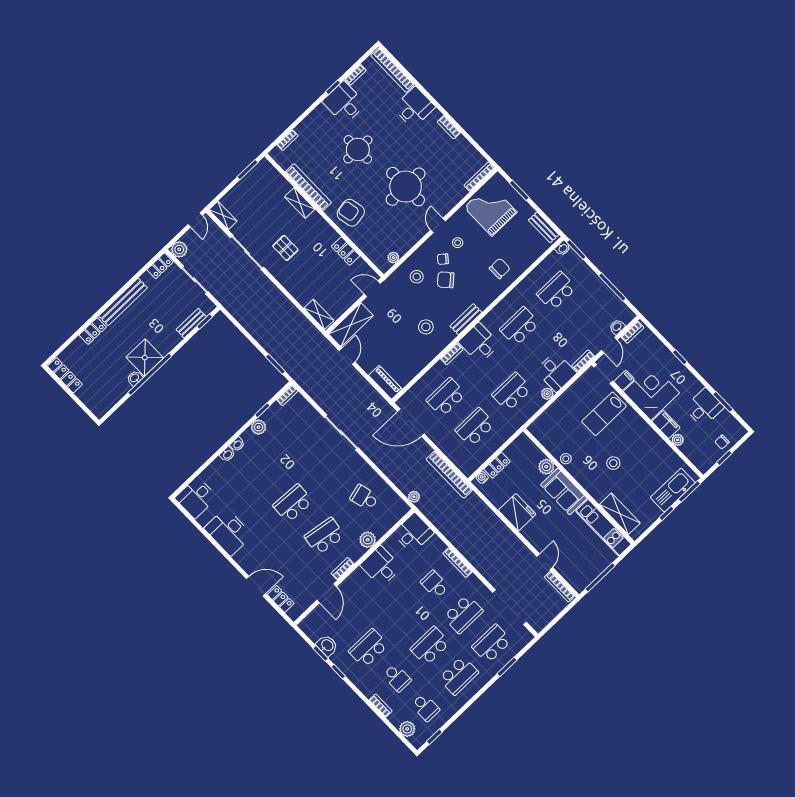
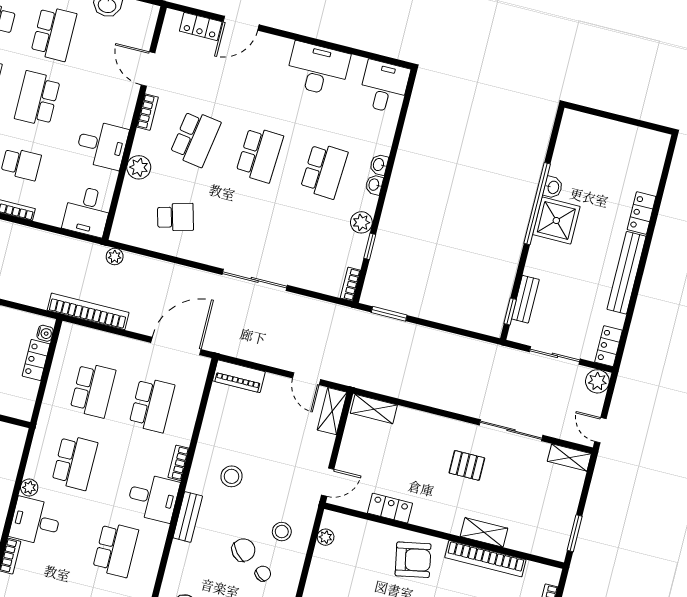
shelving: (351, 325) -> (332, 411), width x0.67, depth x0.75
locker: (65, 375) -> (642, 137), removed
school desk: (261, 471) -> (324, 171), added
school desk: (402, 616) -> (37, 99), added

